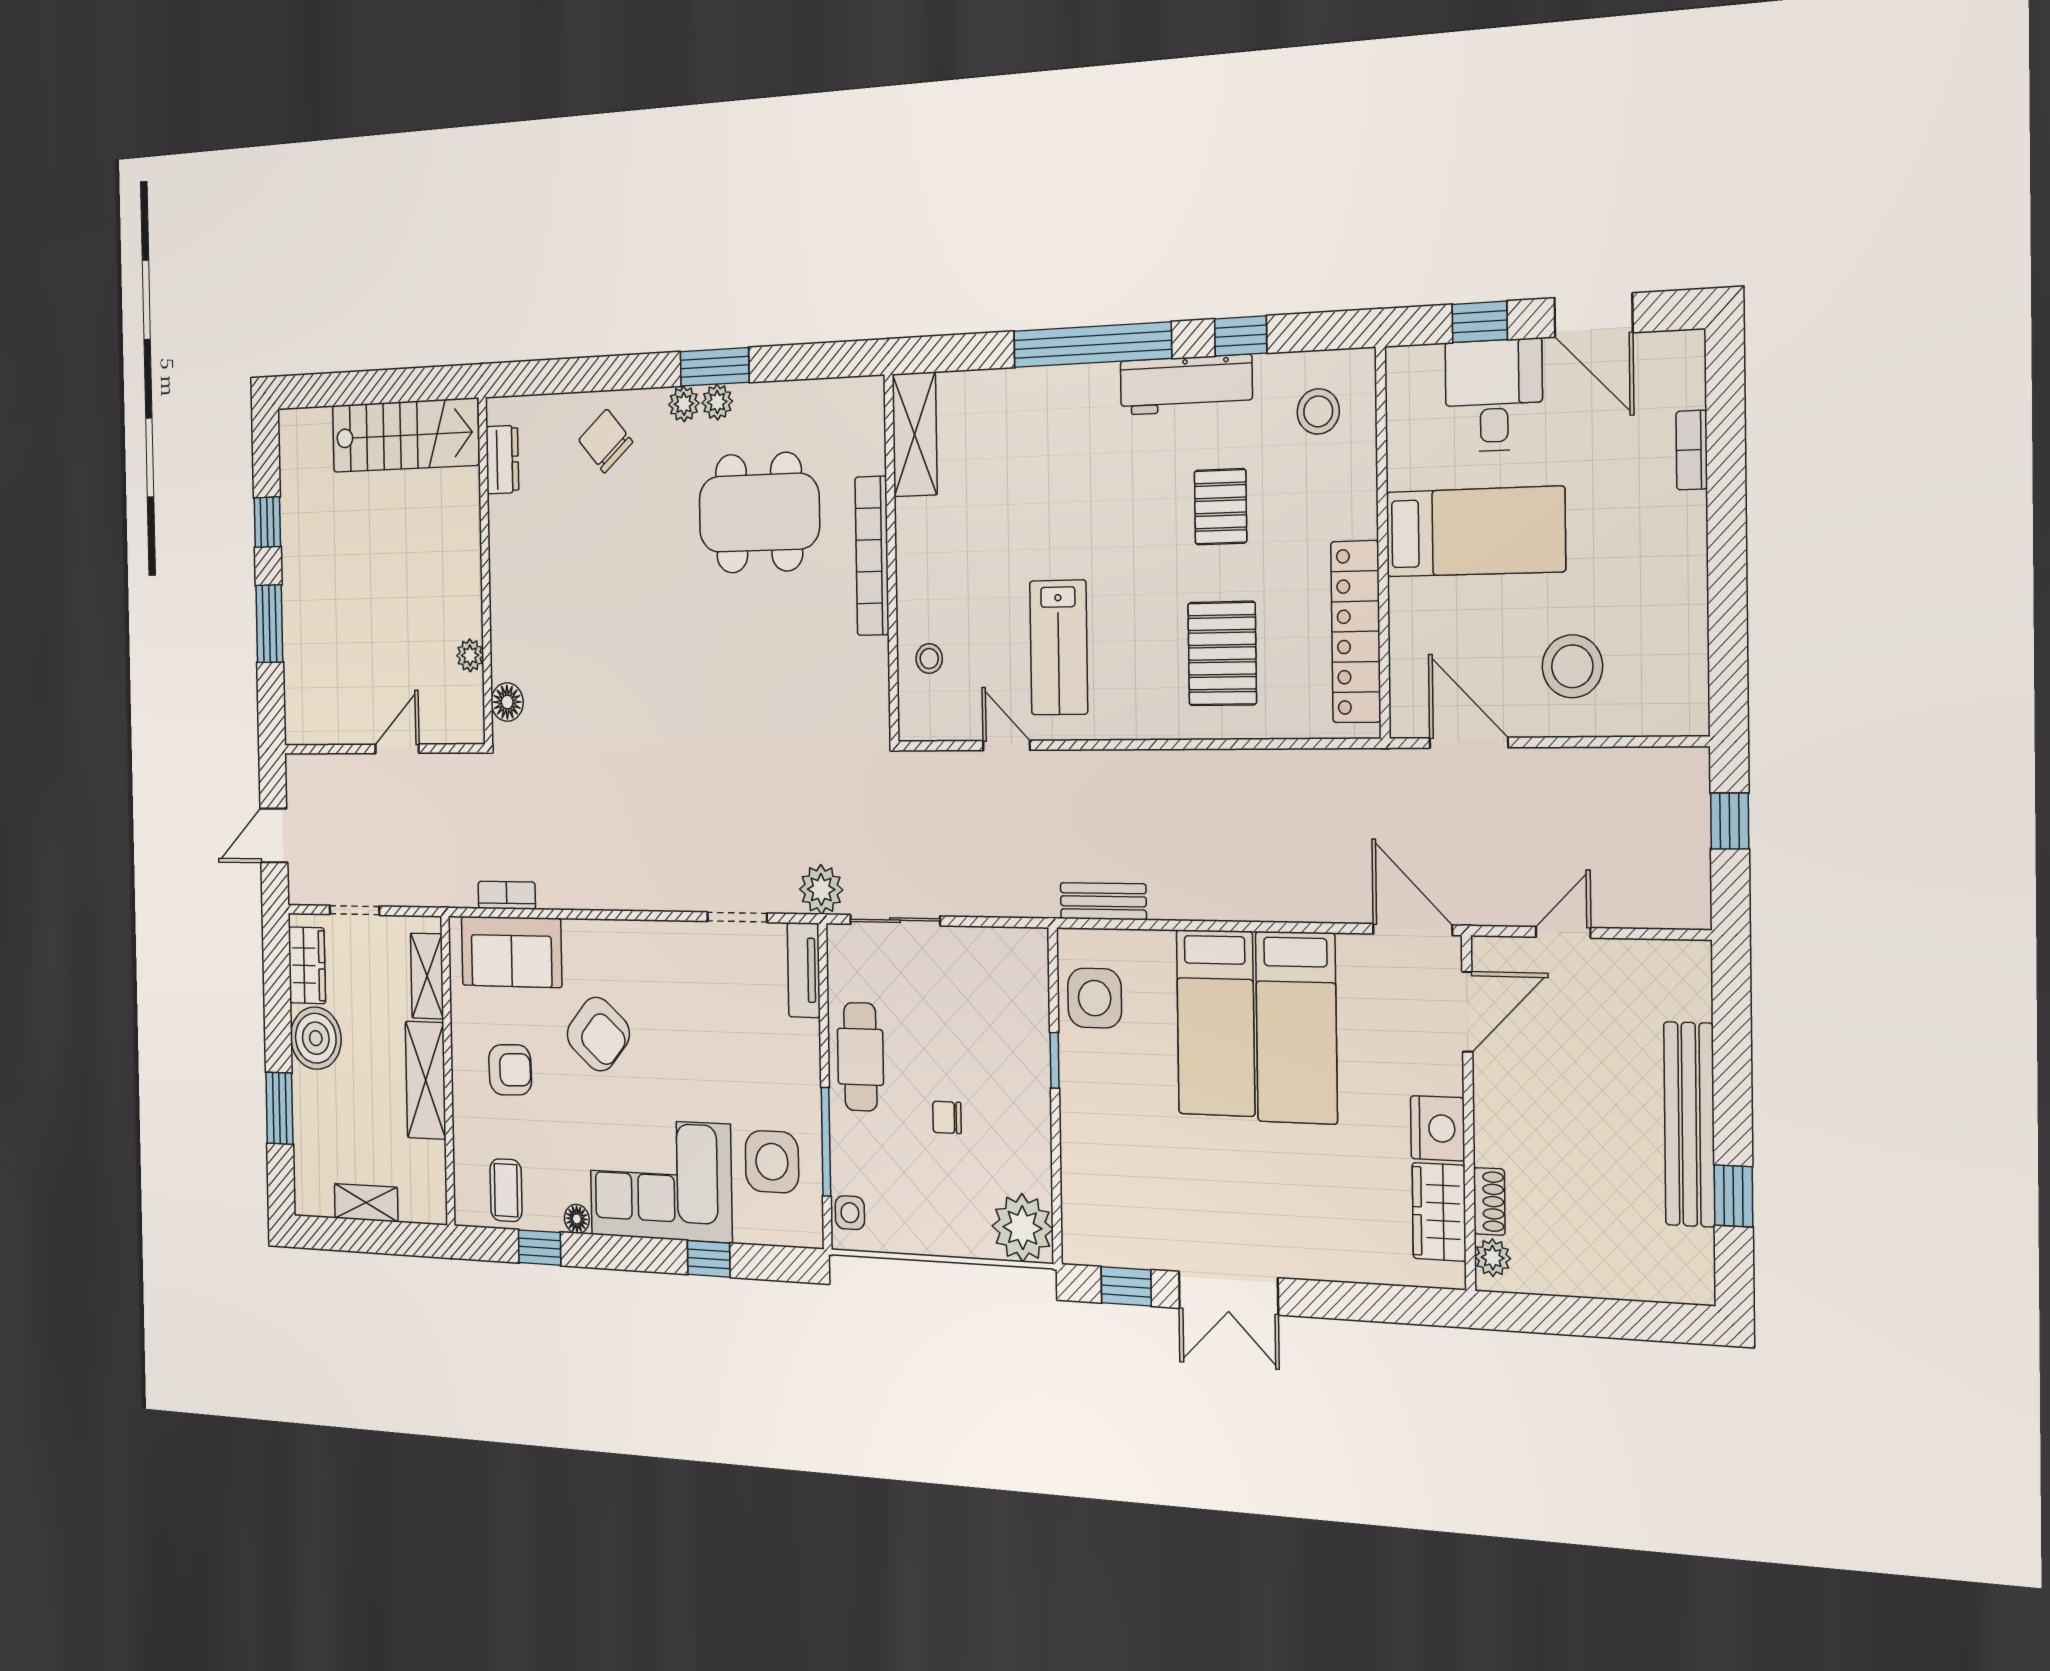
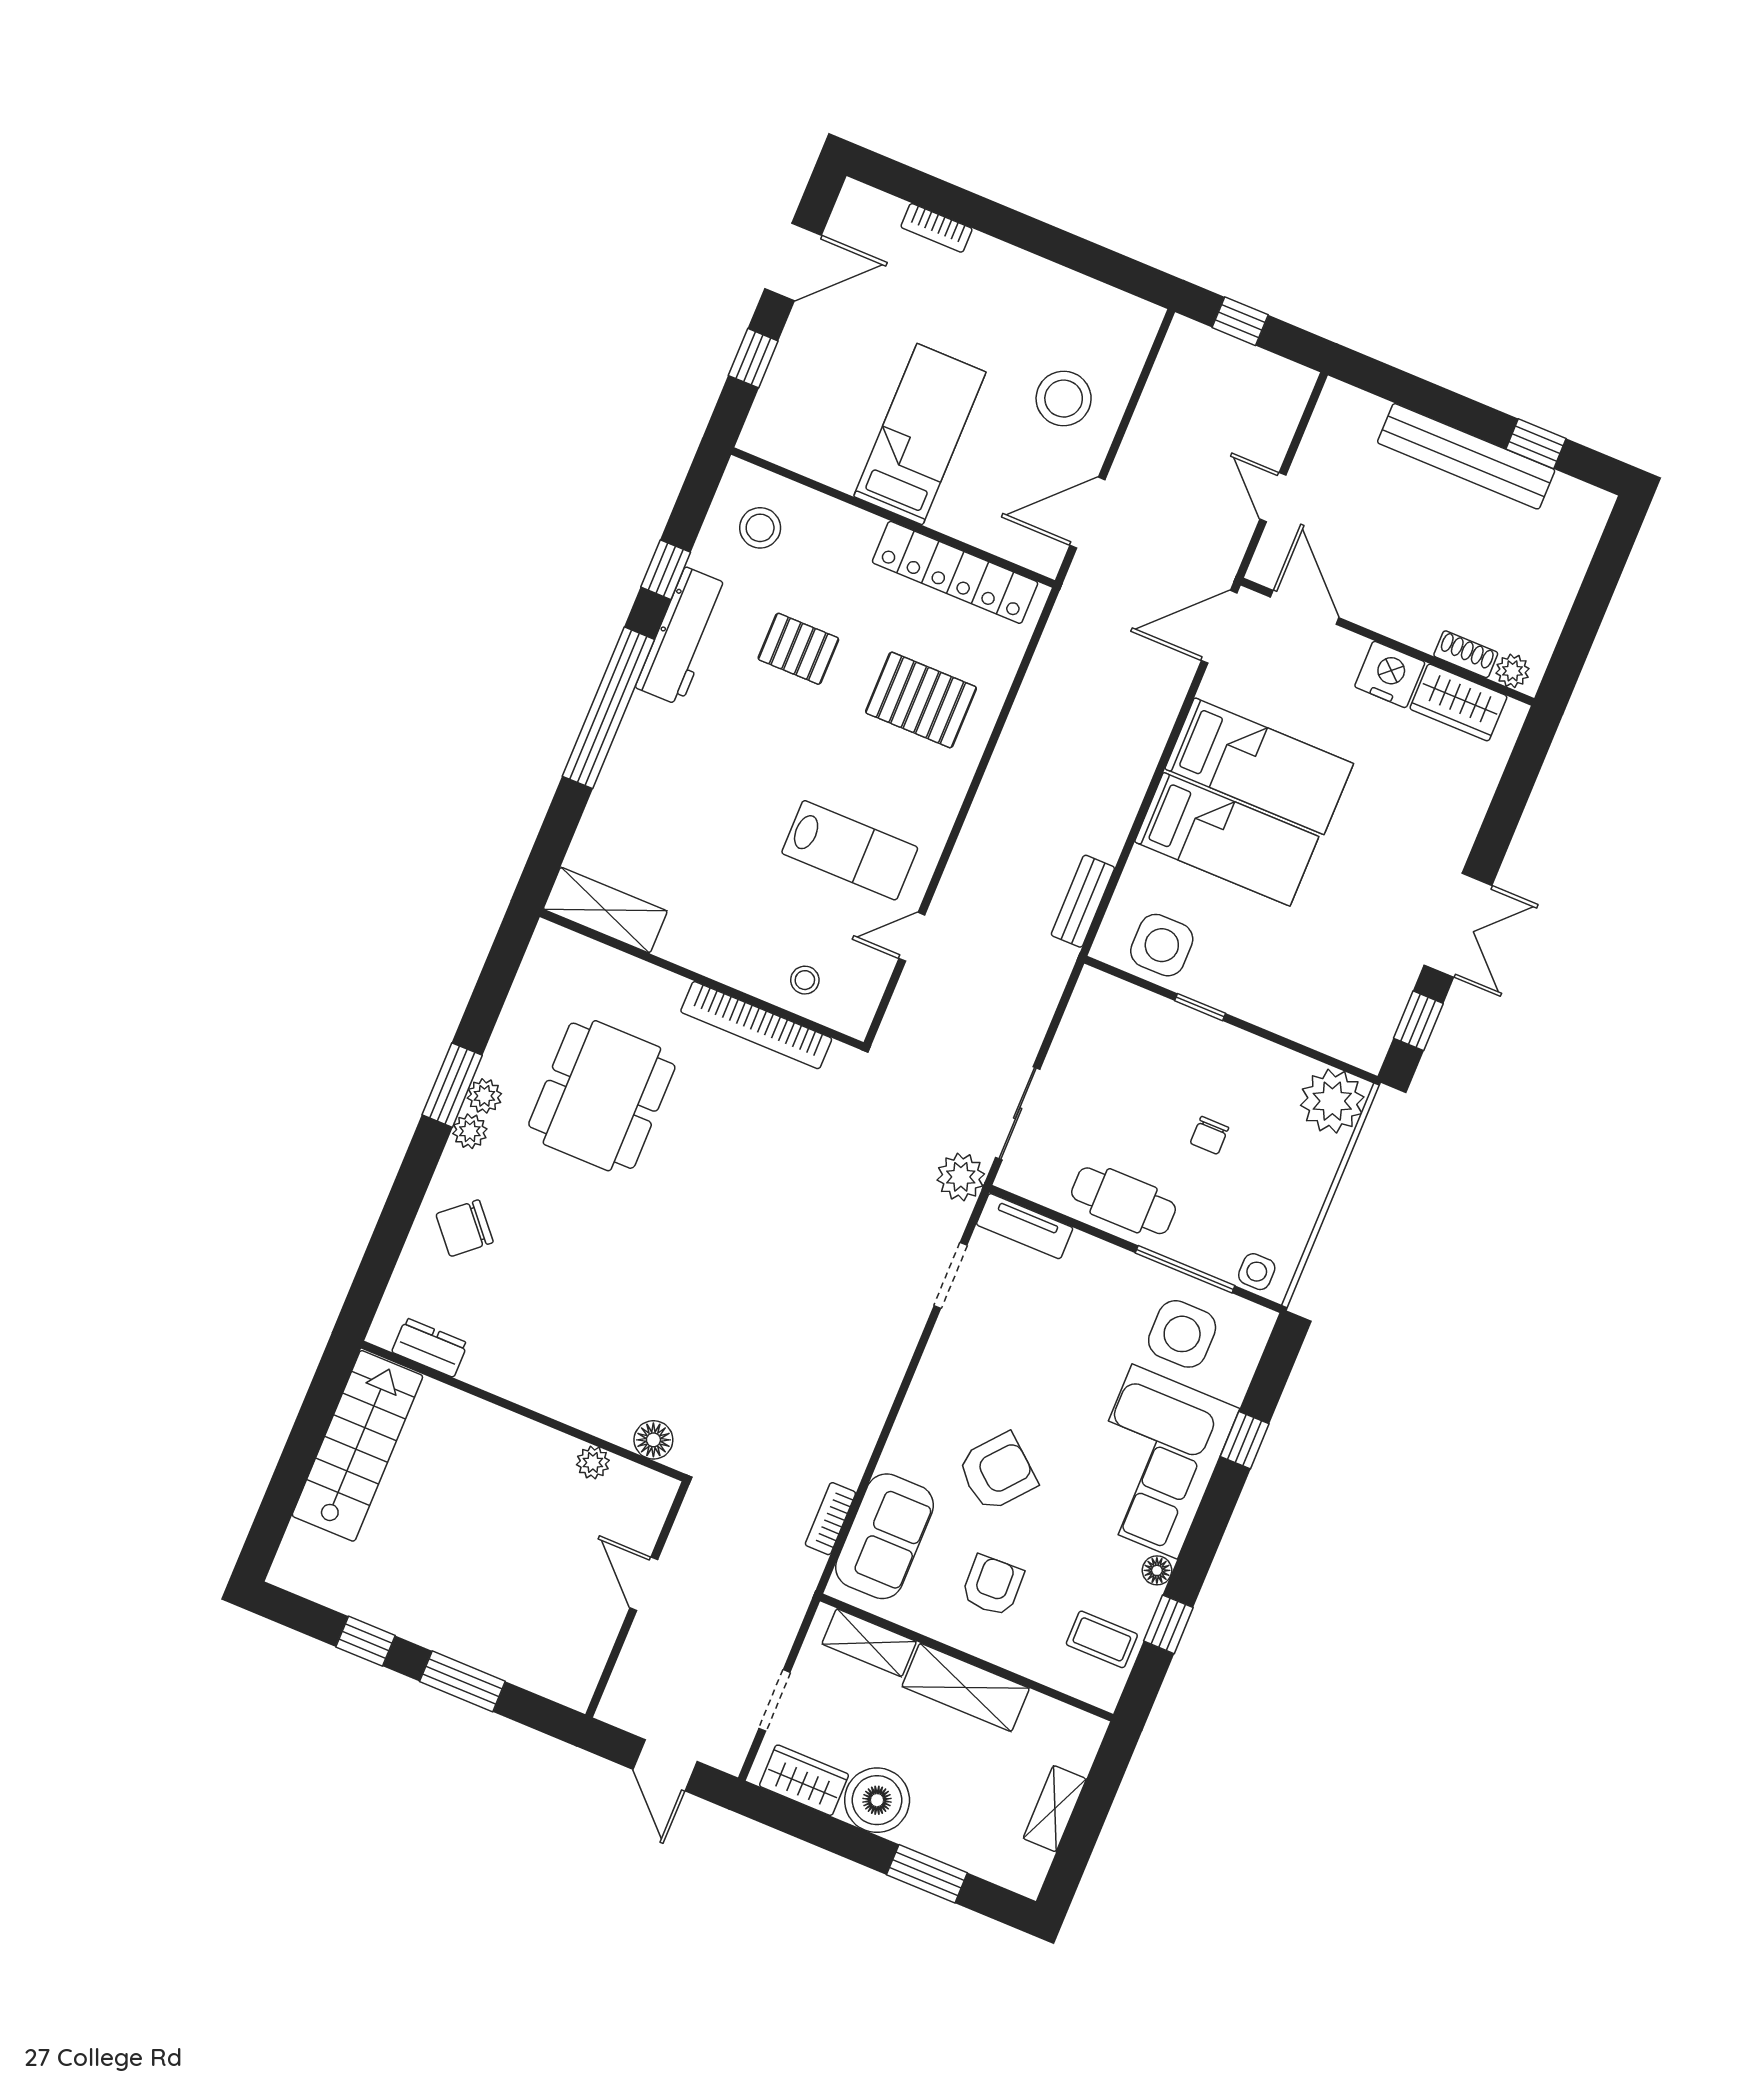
desk: (1494, 395) -> (818, 372), removed
bookcase: (872, 556) -> (756, 1025), moved

